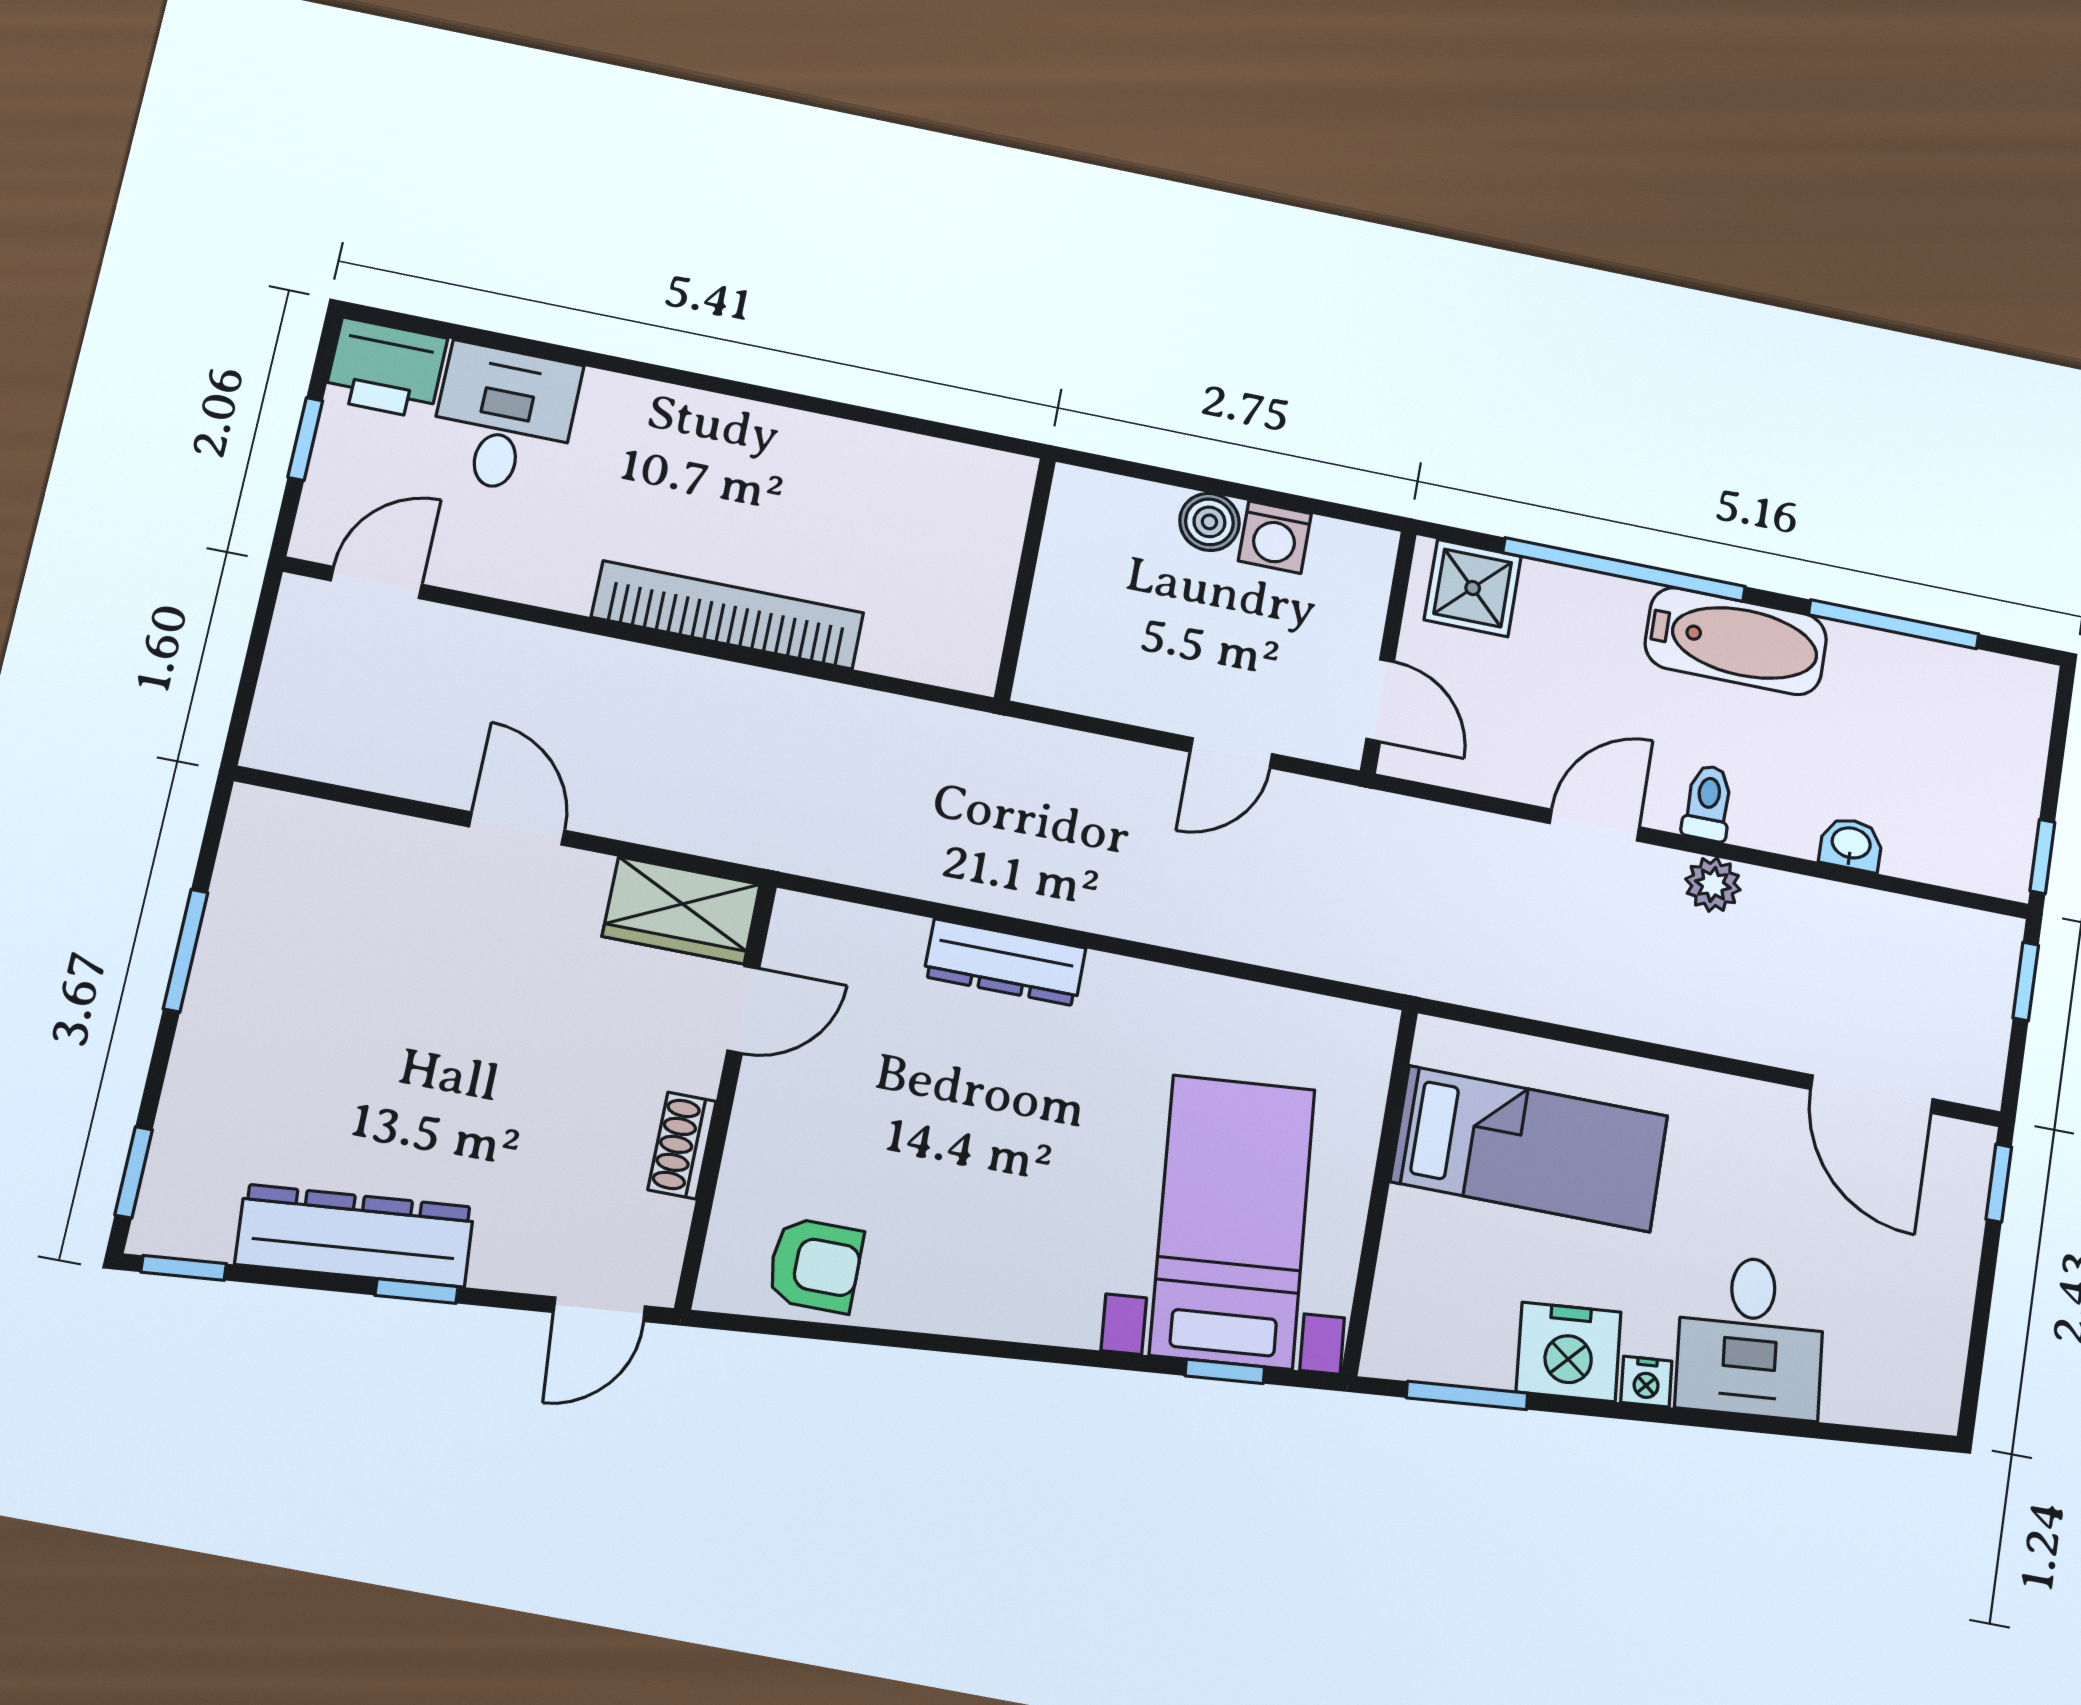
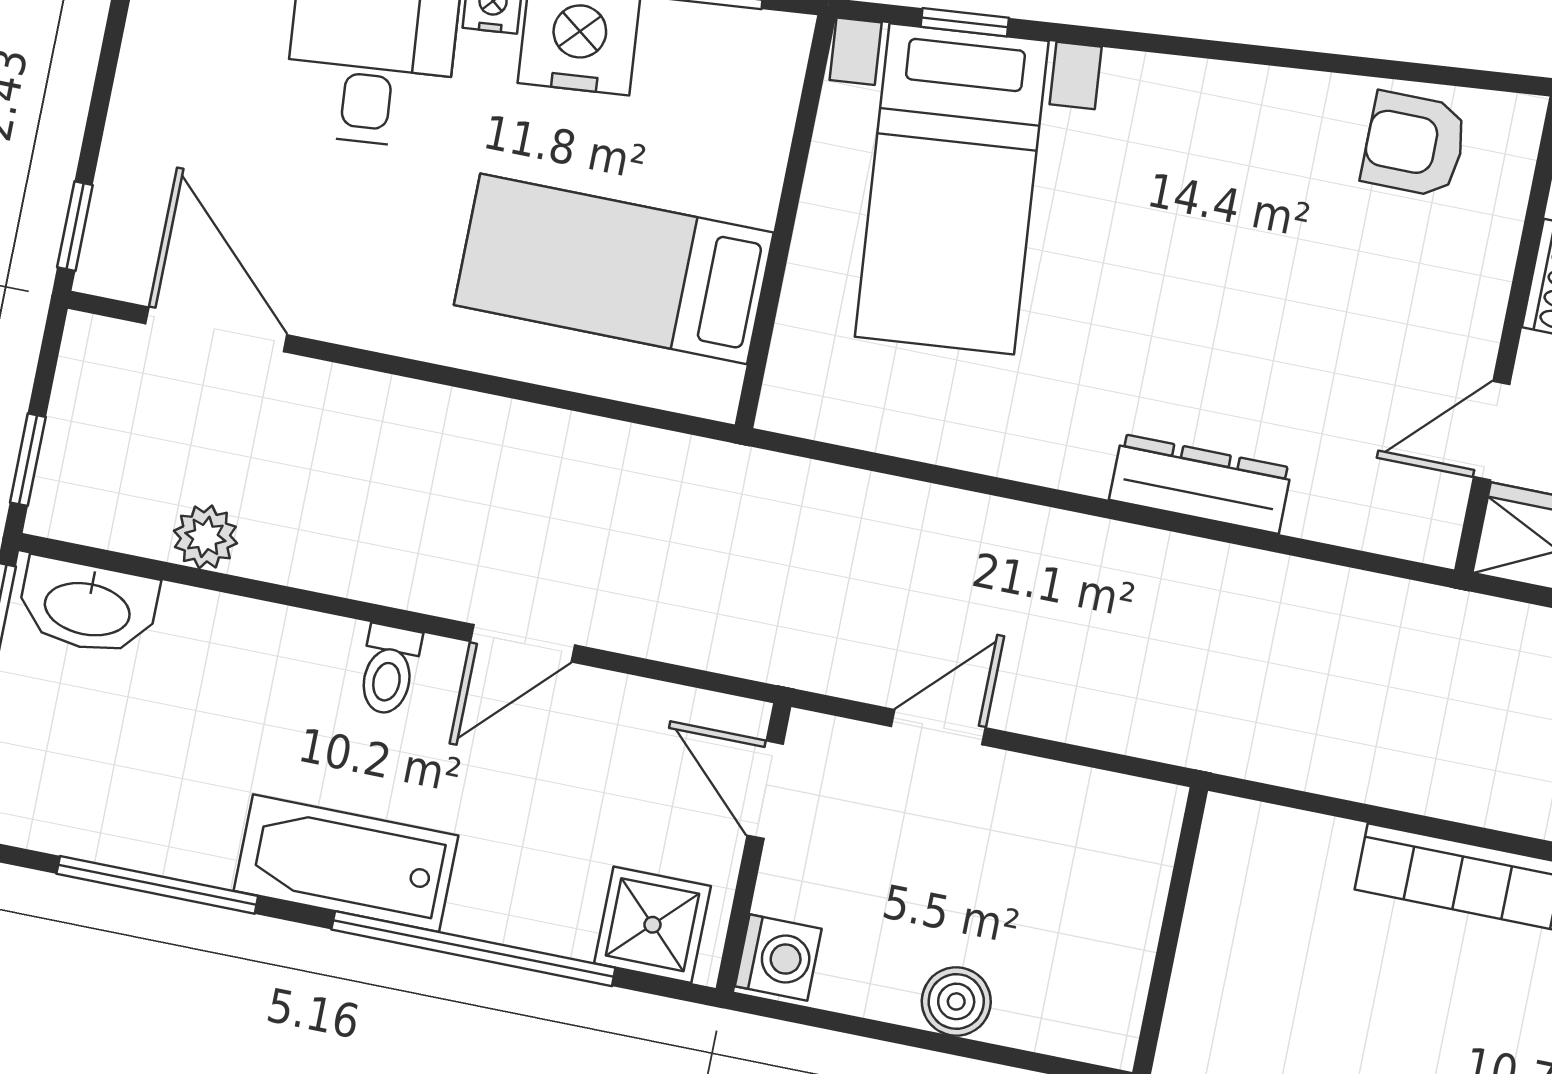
washing machine: (1275, 537) -> (778, 958), moved, turned 90
washbasin: (1851, 844) -> (88, 607), moved, width x1.91, depth x1.45
plant: (1713, 884) -> (205, 537), moved

